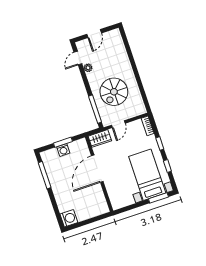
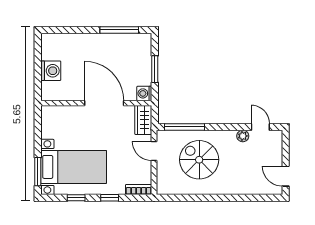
door: (94, 34) -> (286, 176), moved
washing machine: (63, 150) -> (144, 93), moved
washing machine: (69, 218) -> (51, 71), moved, turned -90

